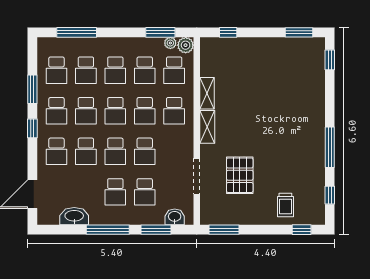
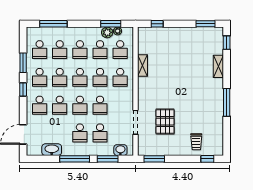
plant: (186, 45) -> (107, 32), moved
shelving: (207, 127) -> (218, 66), moved
window: (330, 195) -> (227, 135), removed

